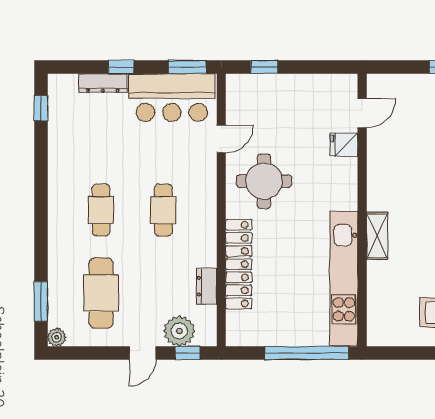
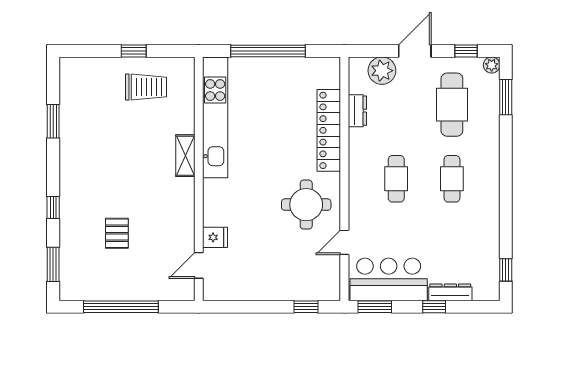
door: (362, 113) -> (199, 265), moved
fridge: (344, 144) -> (215, 237), moved
wall: (362, 210) -> (199, 179), moved
shelving: (377, 236) -> (185, 156), moved
kitchen unit: (344, 278) -> (215, 118), moved
door: (143, 353) -> (415, 51), width x1.38
window: (188, 353) -> (466, 51), moved

